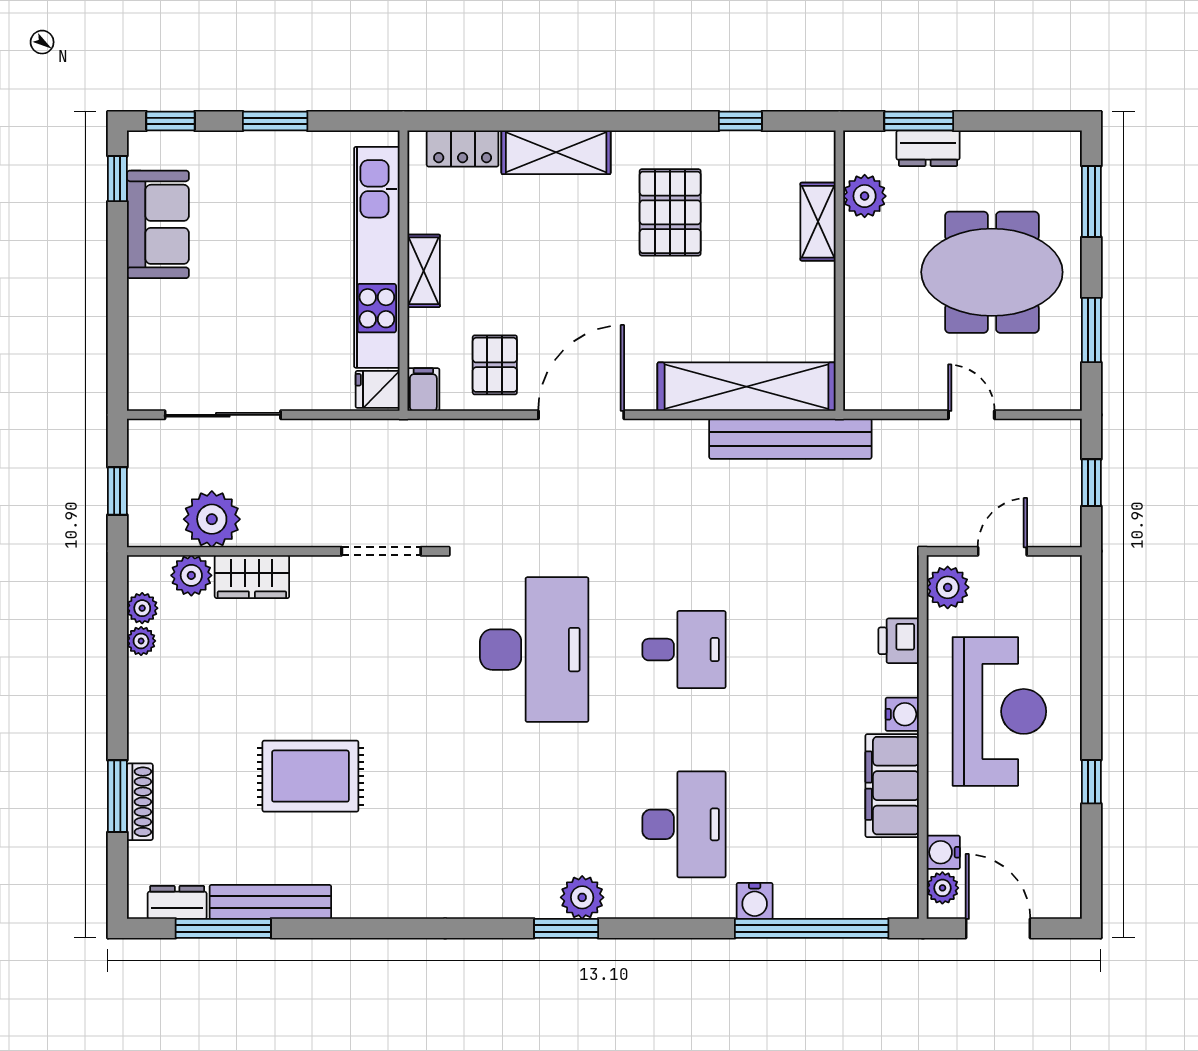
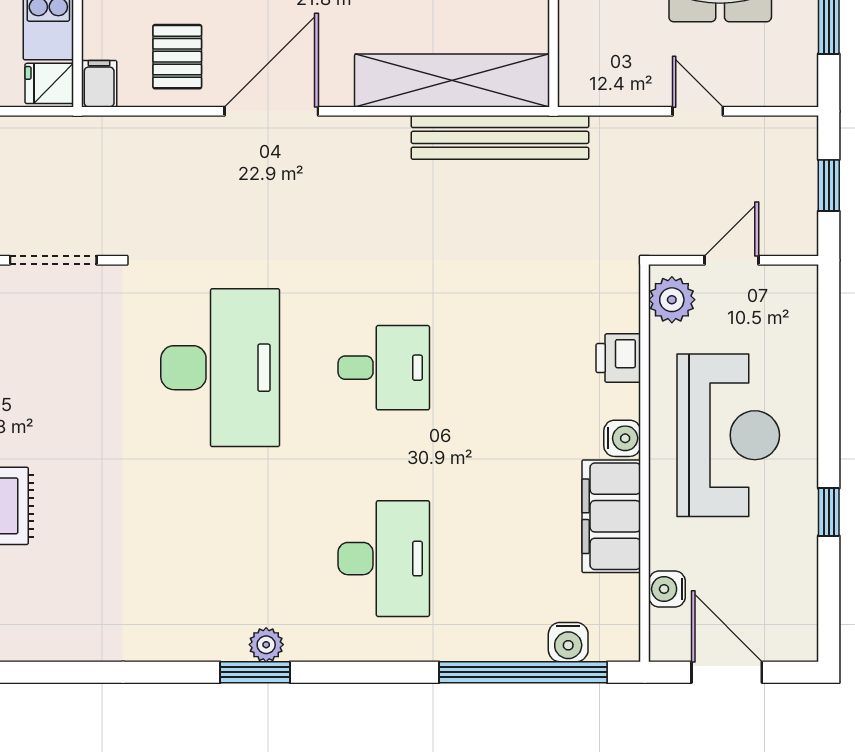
plant: (942, 888) -> (666, 628), removed
plant: (582, 897) -> (266, 645), width x0.73, depth x0.73
water cooler: (755, 901) -> (568, 642), moved

